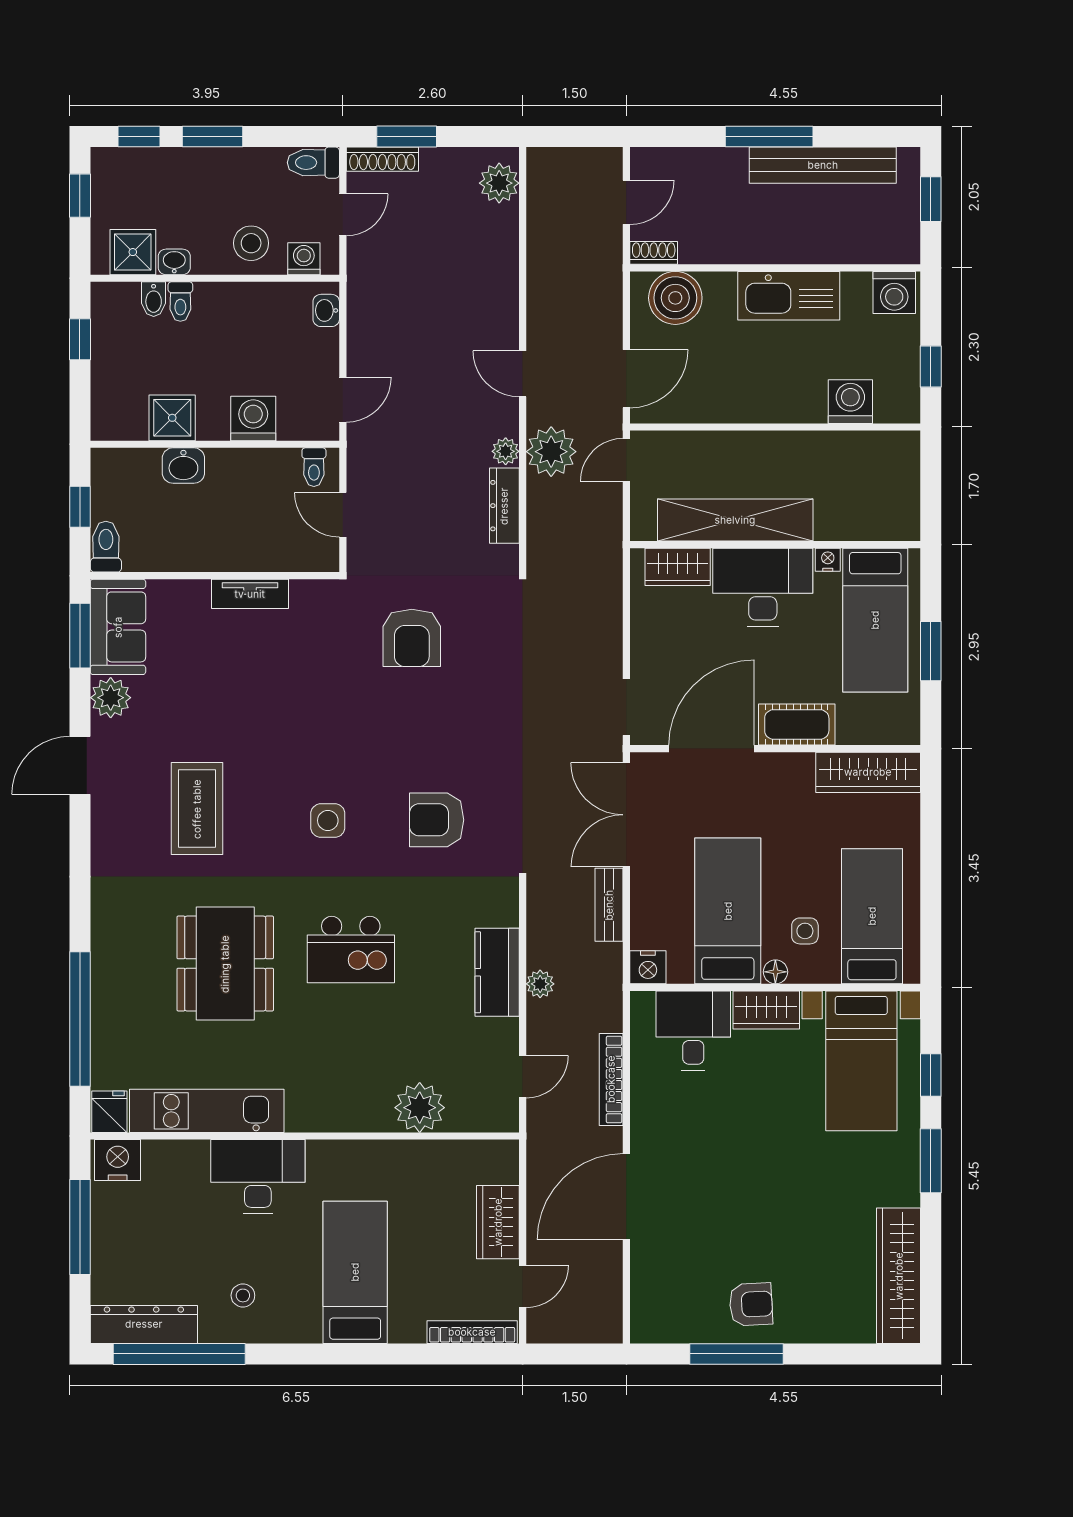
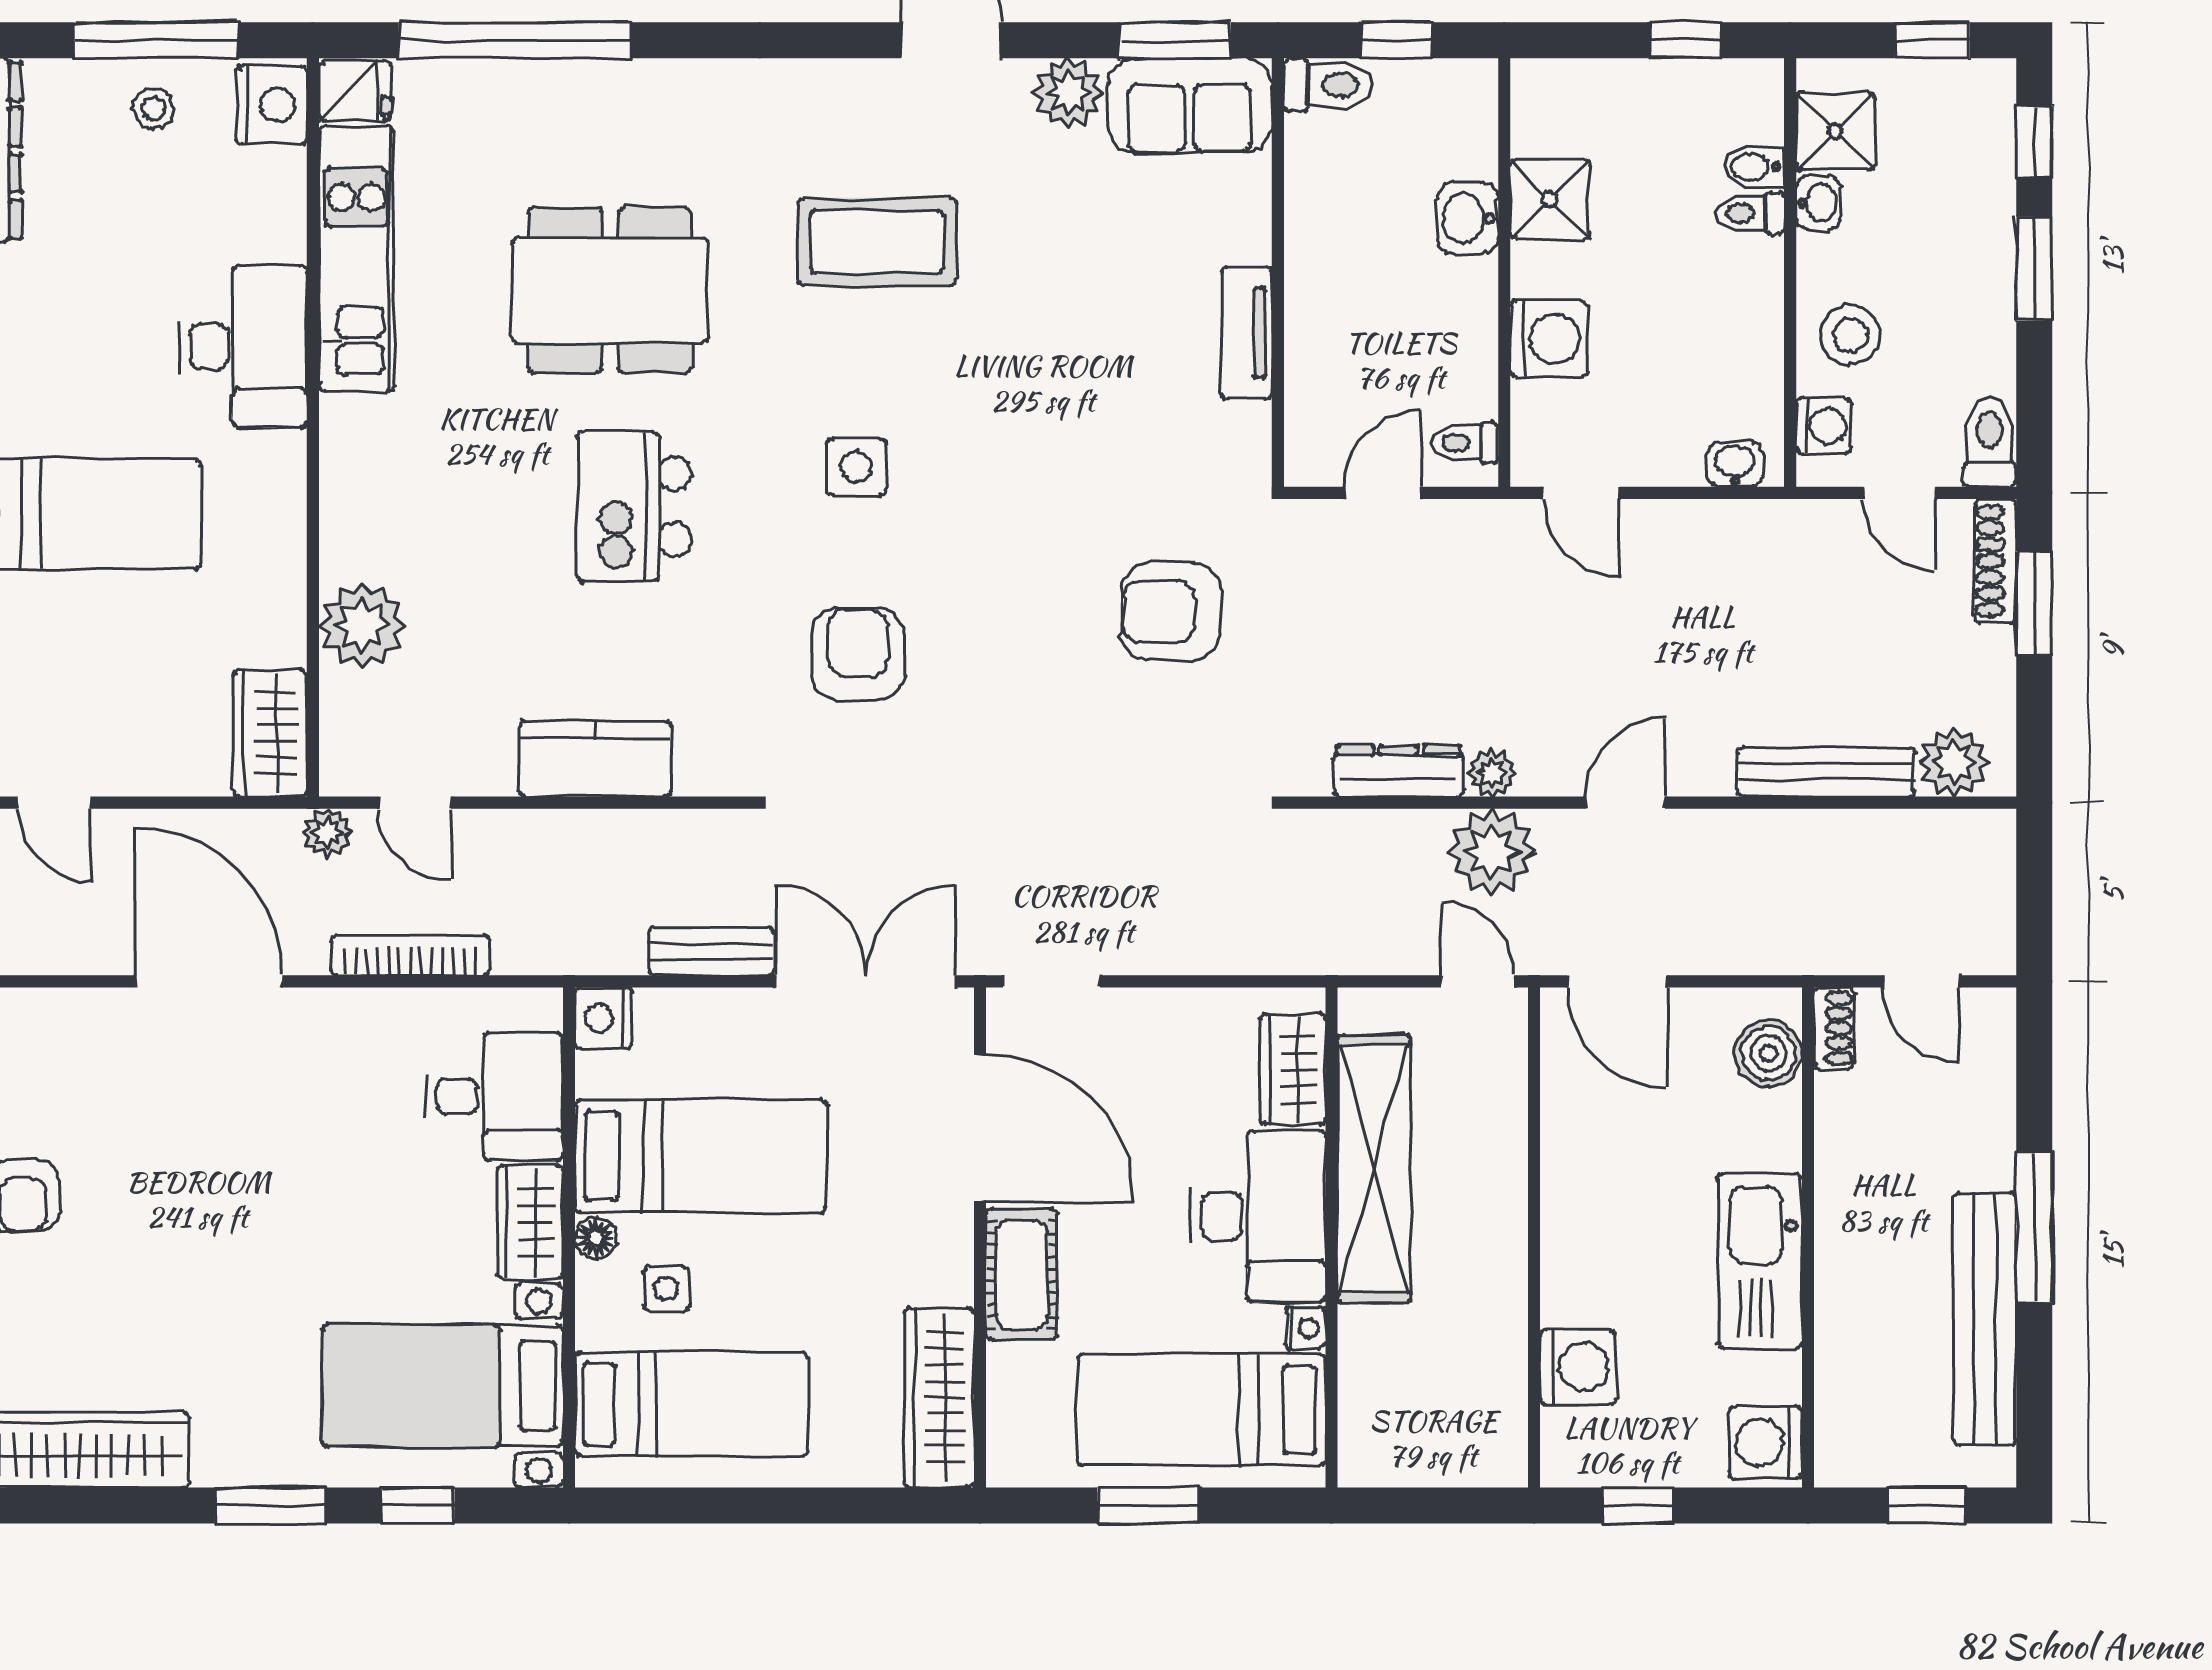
bench: (505, 257) -> (1826, 772), added
boiler: (675, 298) -> (1769, 1053), width x0.73, depth x0.73
plant: (540, 984) -> (327, 833), moved
wardrobe: (498, 1222) -> (270, 733), moved, turned -90
stool: (243, 1295) -> (153, 108), moved

